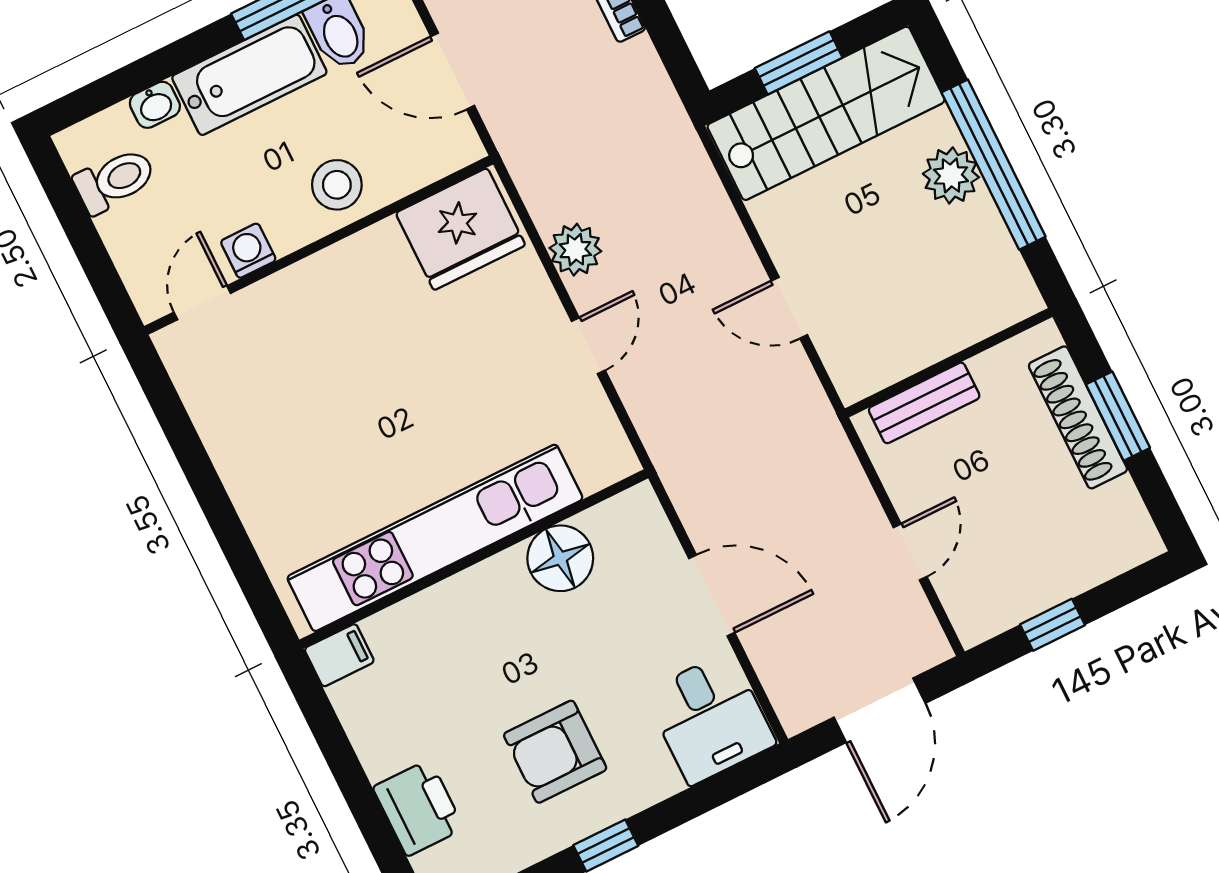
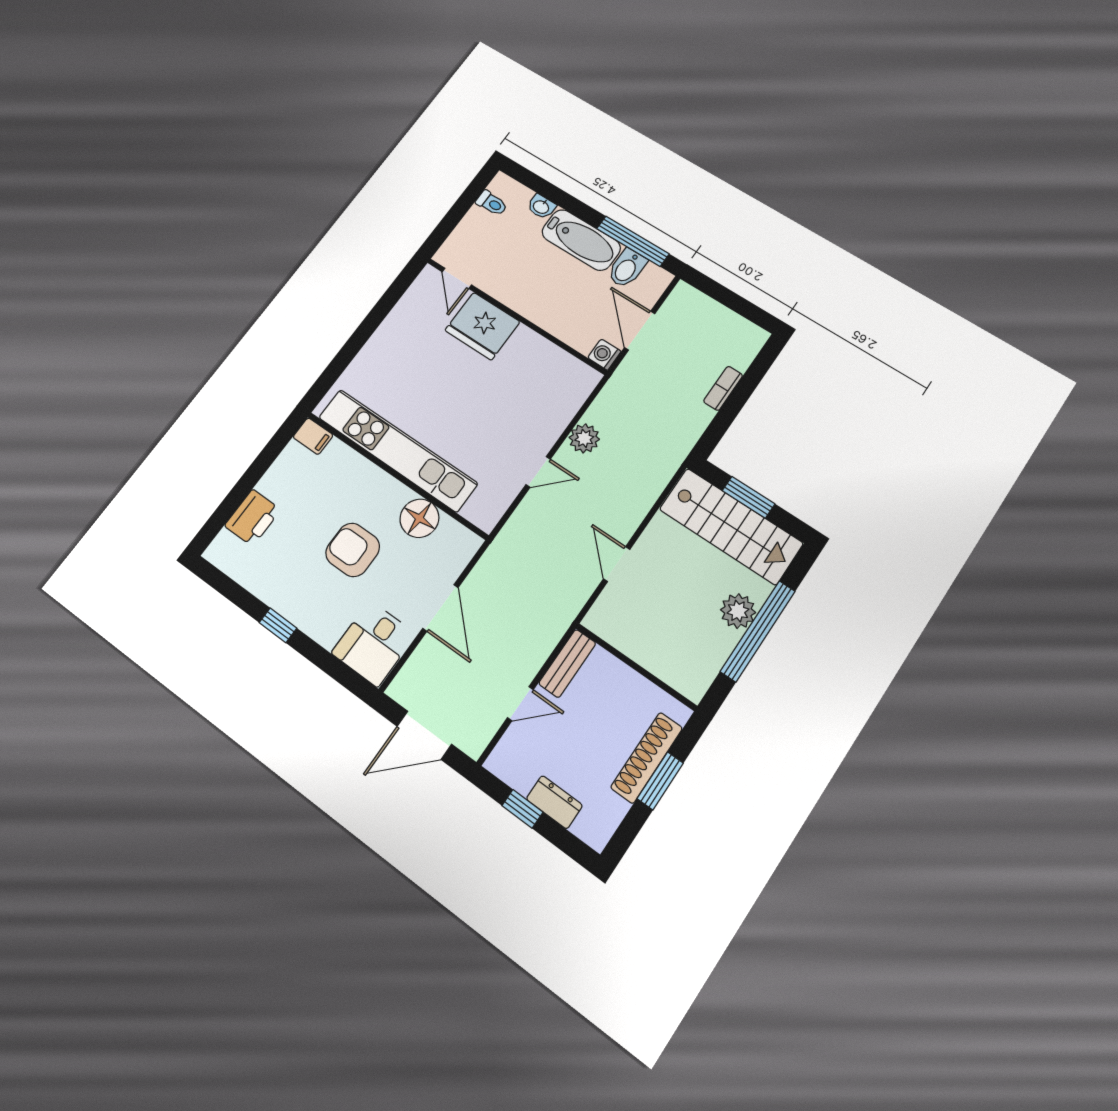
toilet: (115, 180) -> (492, 203), width x0.73, depth x0.72
stool: (337, 185) -> (551, 308), removed
fridge: (460, 229) -> (482, 326), moved
washing machine: (248, 251) -> (604, 354), moved, turned -90
door: (202, 303) -> (457, 278), swing flipped
bench: (924, 403) -> (567, 663), moved, turned 90
dresser: (1067, 576) -> (554, 802), added
armchair: (555, 752) -> (353, 550), moved

